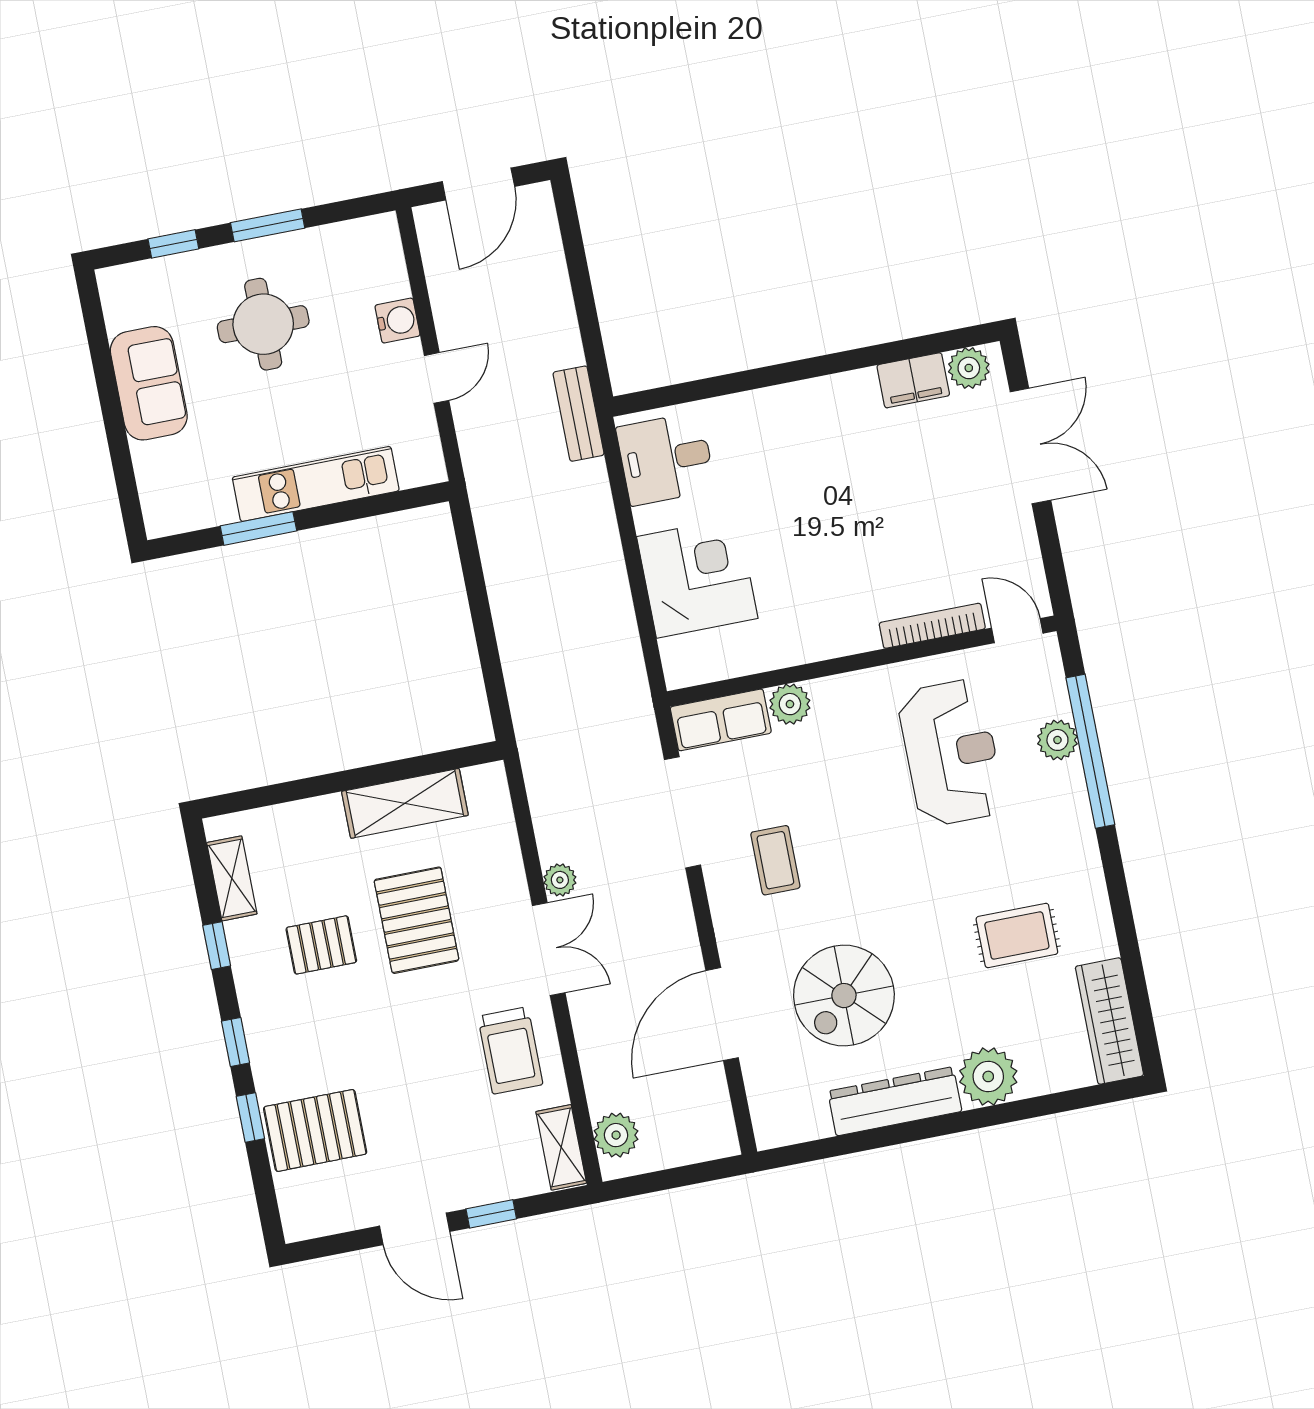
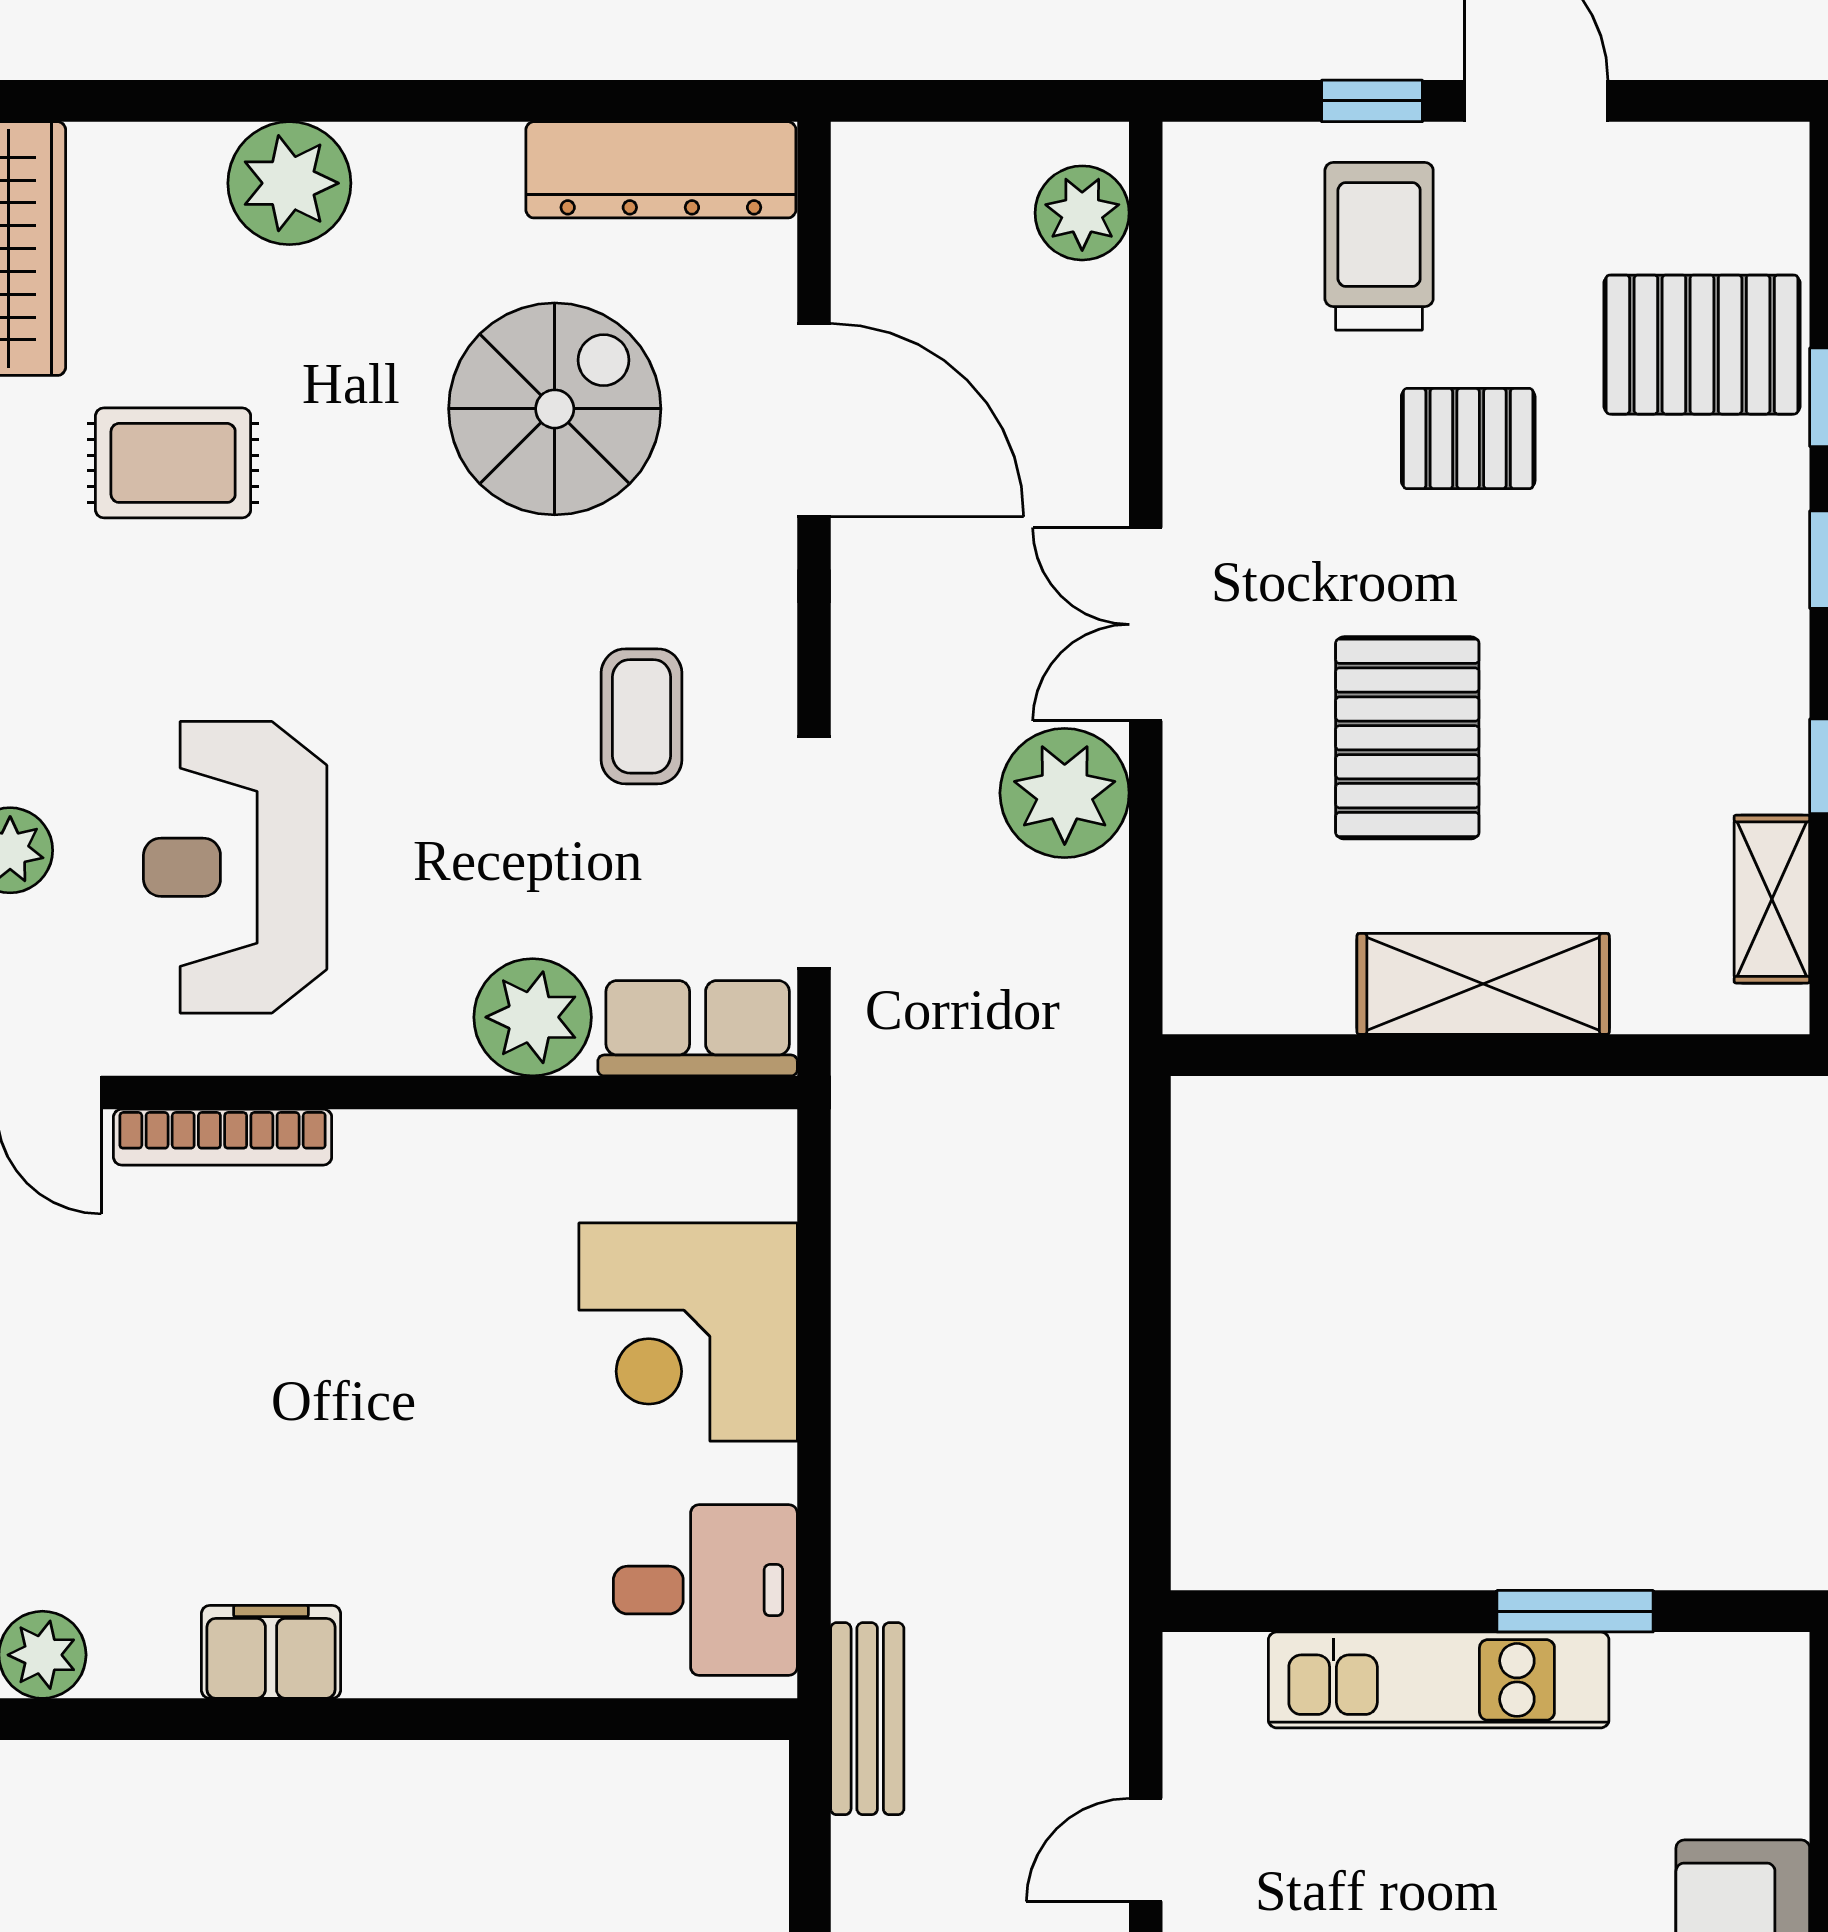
filing cabinet: (913, 380) -> (271, 1652), moved
plant: (790, 704) -> (533, 1017), width x1.36, depth x1.36
shelving: (405, 803) -> (1483, 984), moved
plant: (560, 880) -> (1065, 793), width x1.88, depth x1.88
pallet: (321, 945) -> (1468, 439), moved
door: (722, 1014) -> (814, 420), hinge flipped
trolley: (510, 1050) -> (1379, 246), moved
dresser: (895, 1101) -> (661, 170), moved
shelving: (561, 1147) -> (1200, 210), removed

